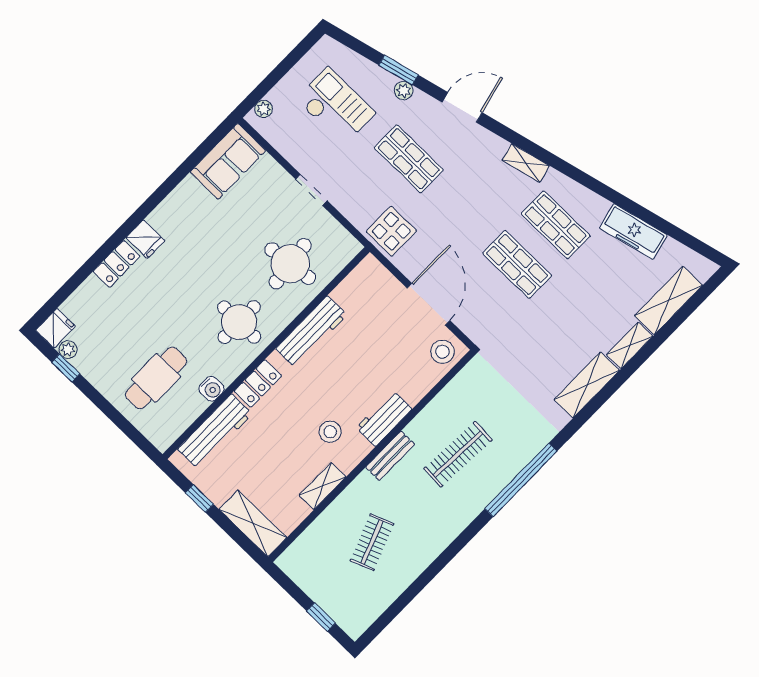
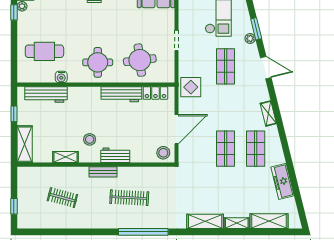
locker: (258, 384) -> (155, 93), moved
clothes rail: (372, 542) -> (62, 198), turned 36

